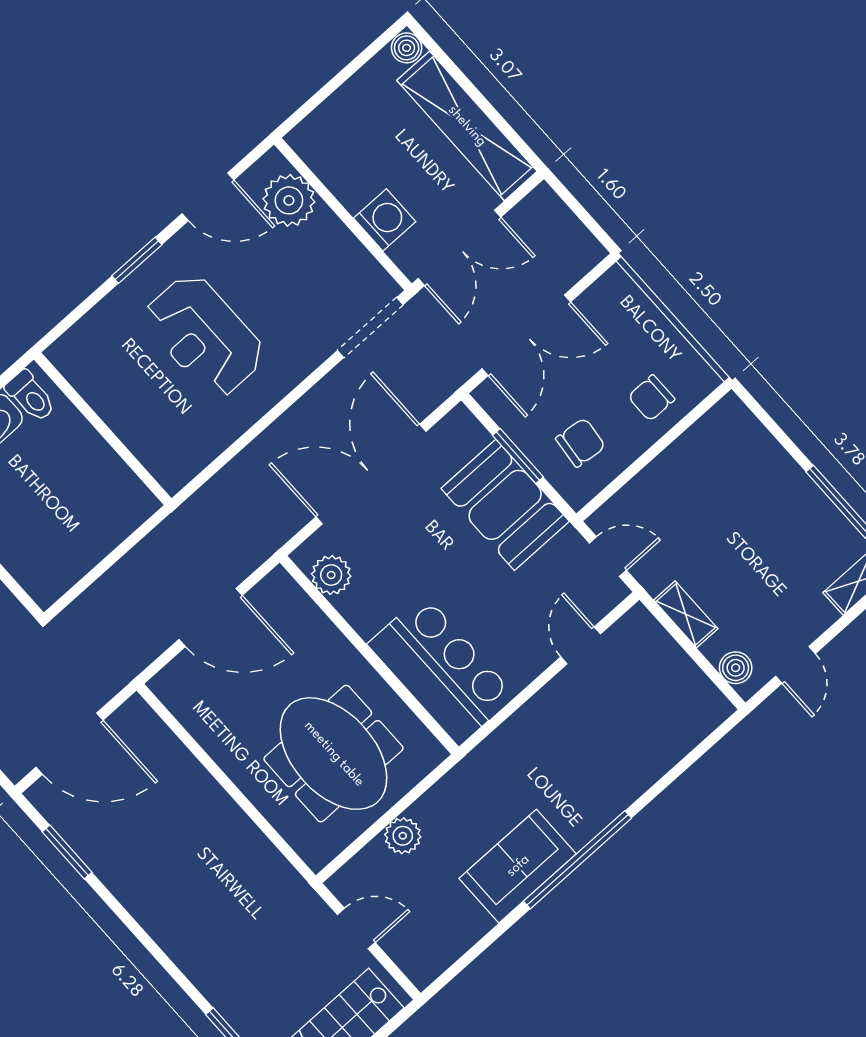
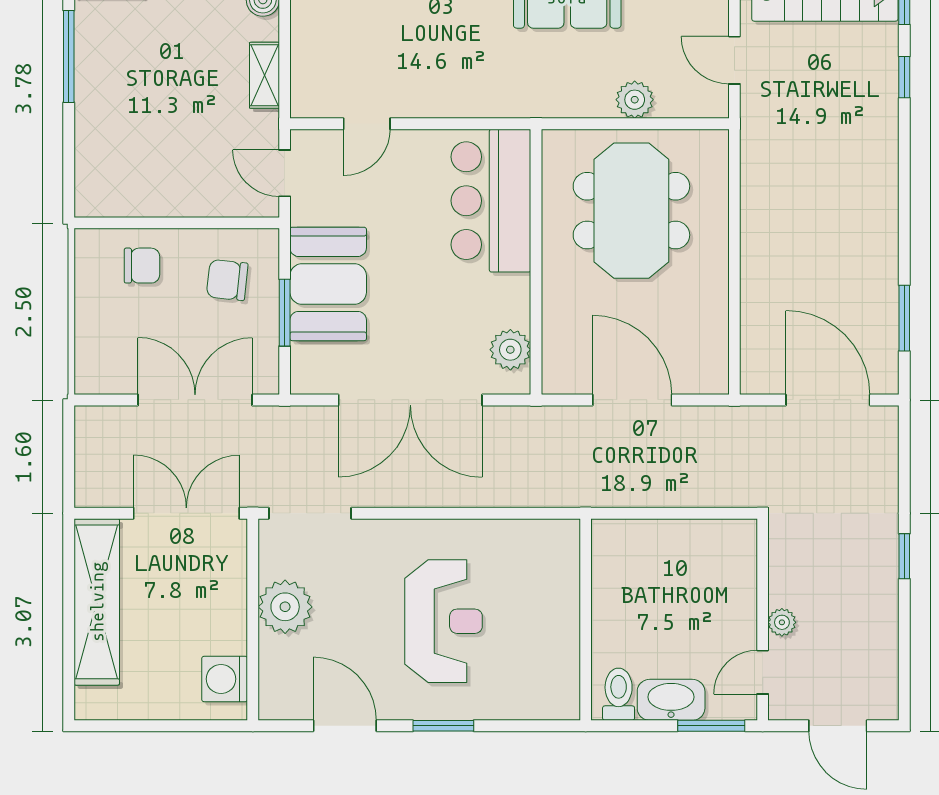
boiler: (407, 48) -> (89, 704), removed
plant: (289, 200) -> (285, 607), moved
washing machine: (385, 220) -> (225, 679), moved

